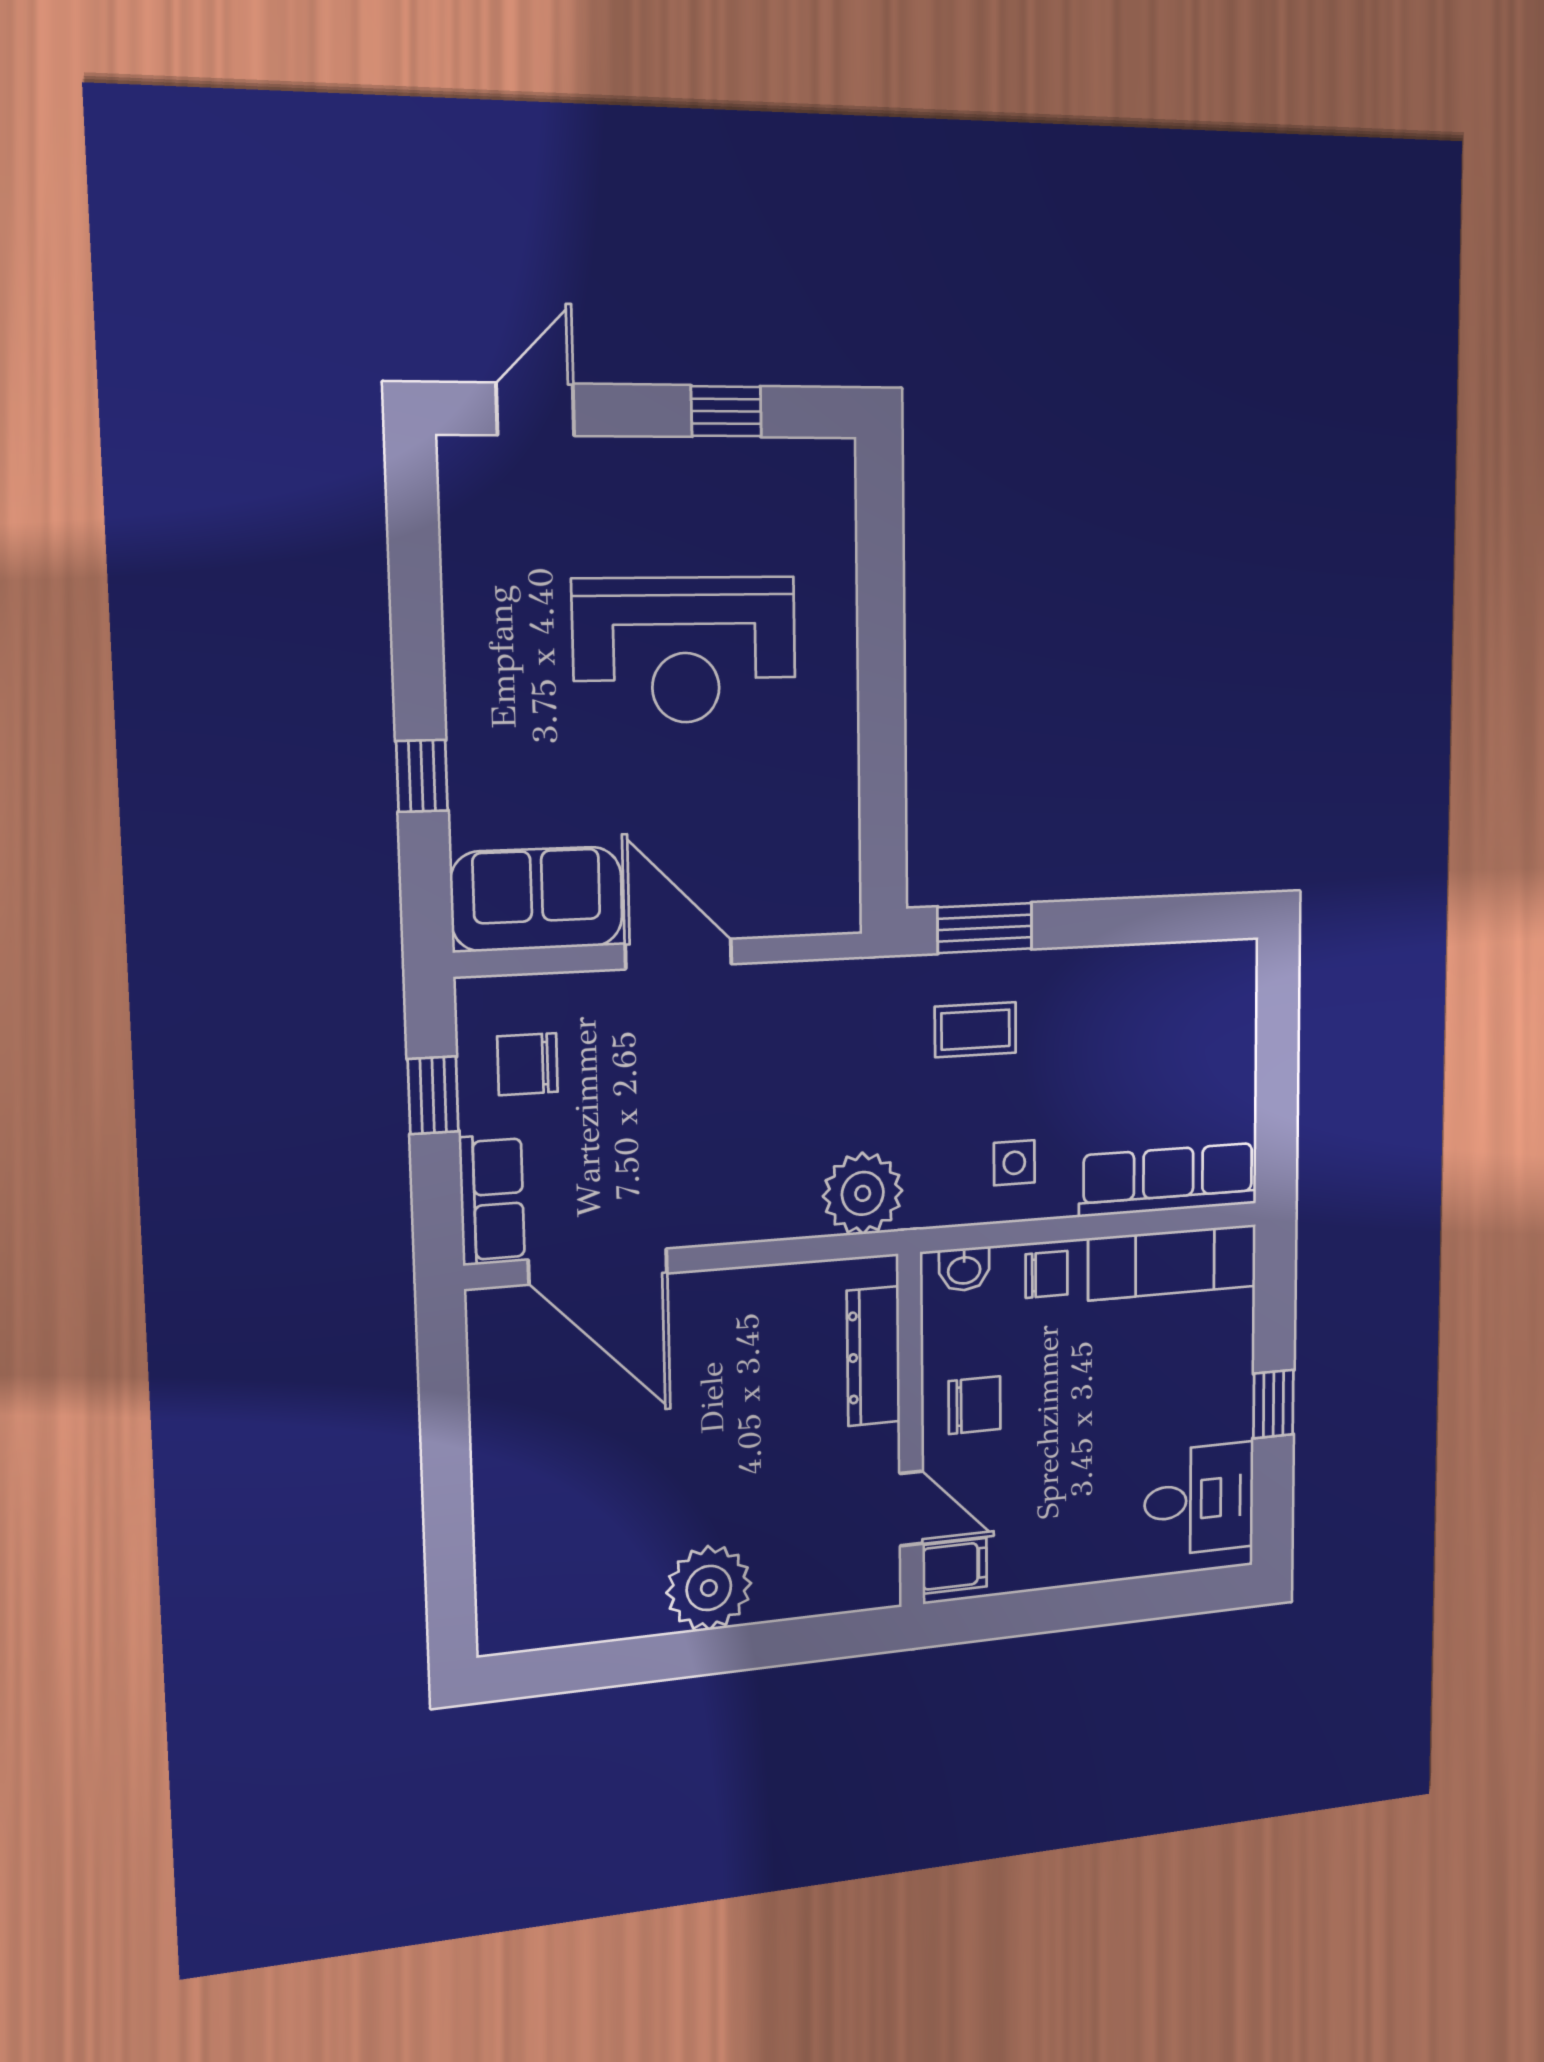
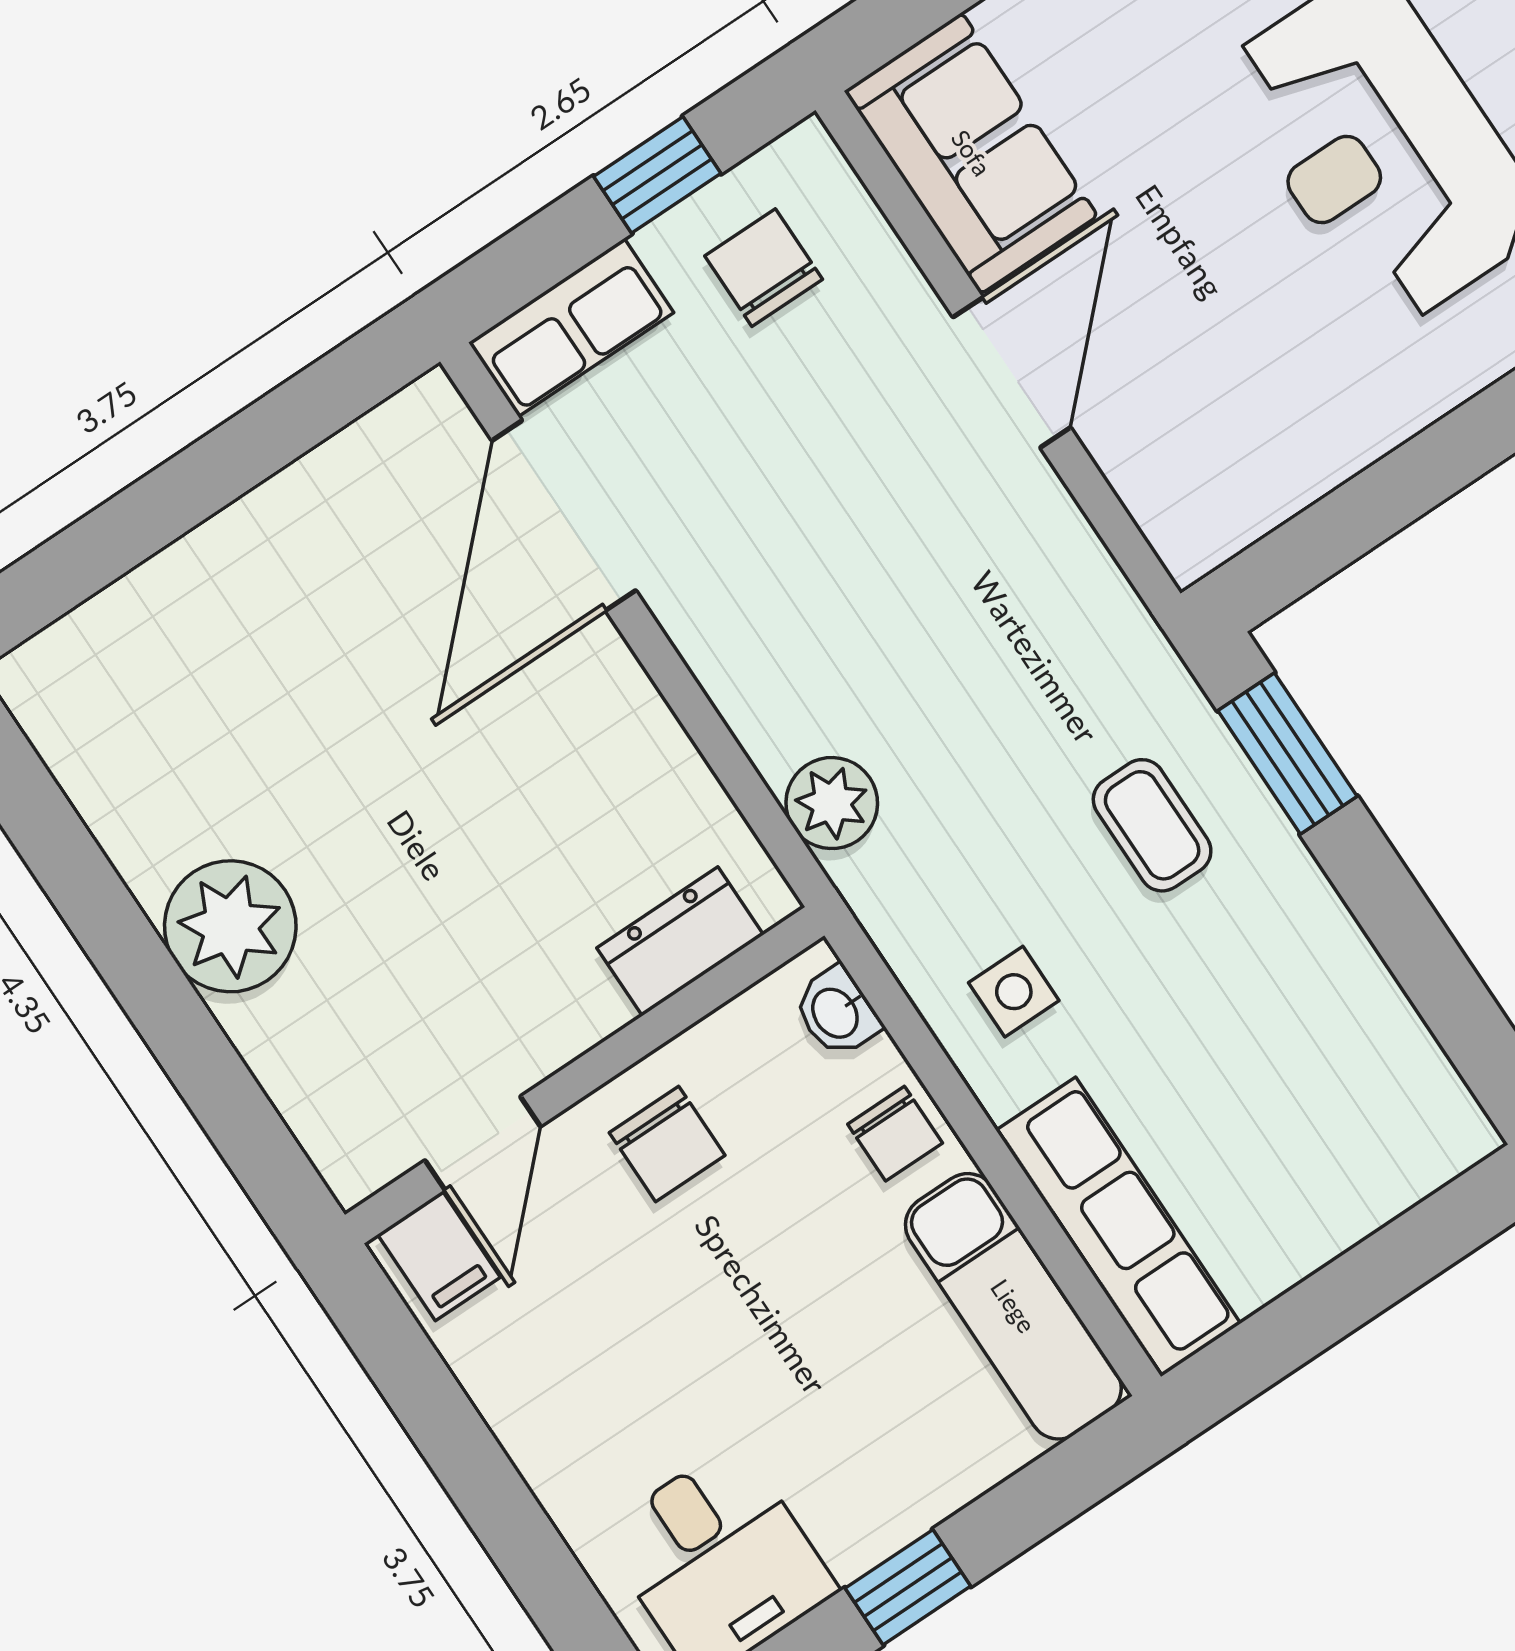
plant: (863, 1193) -> (832, 803), width x0.73, depth x0.73
dresser: (873, 1356) -> (680, 941), width x0.70

